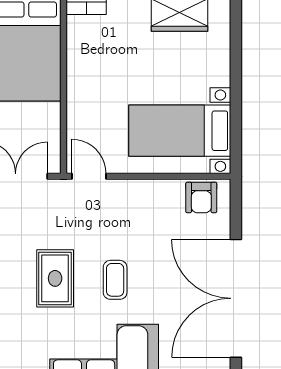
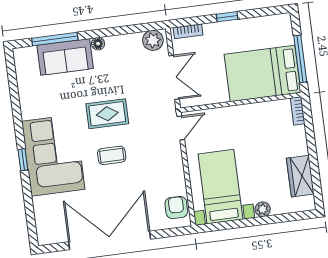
plant: (220, 75) -> (263, 209), added
armchair: (201, 197) -> (176, 208), turned 90

